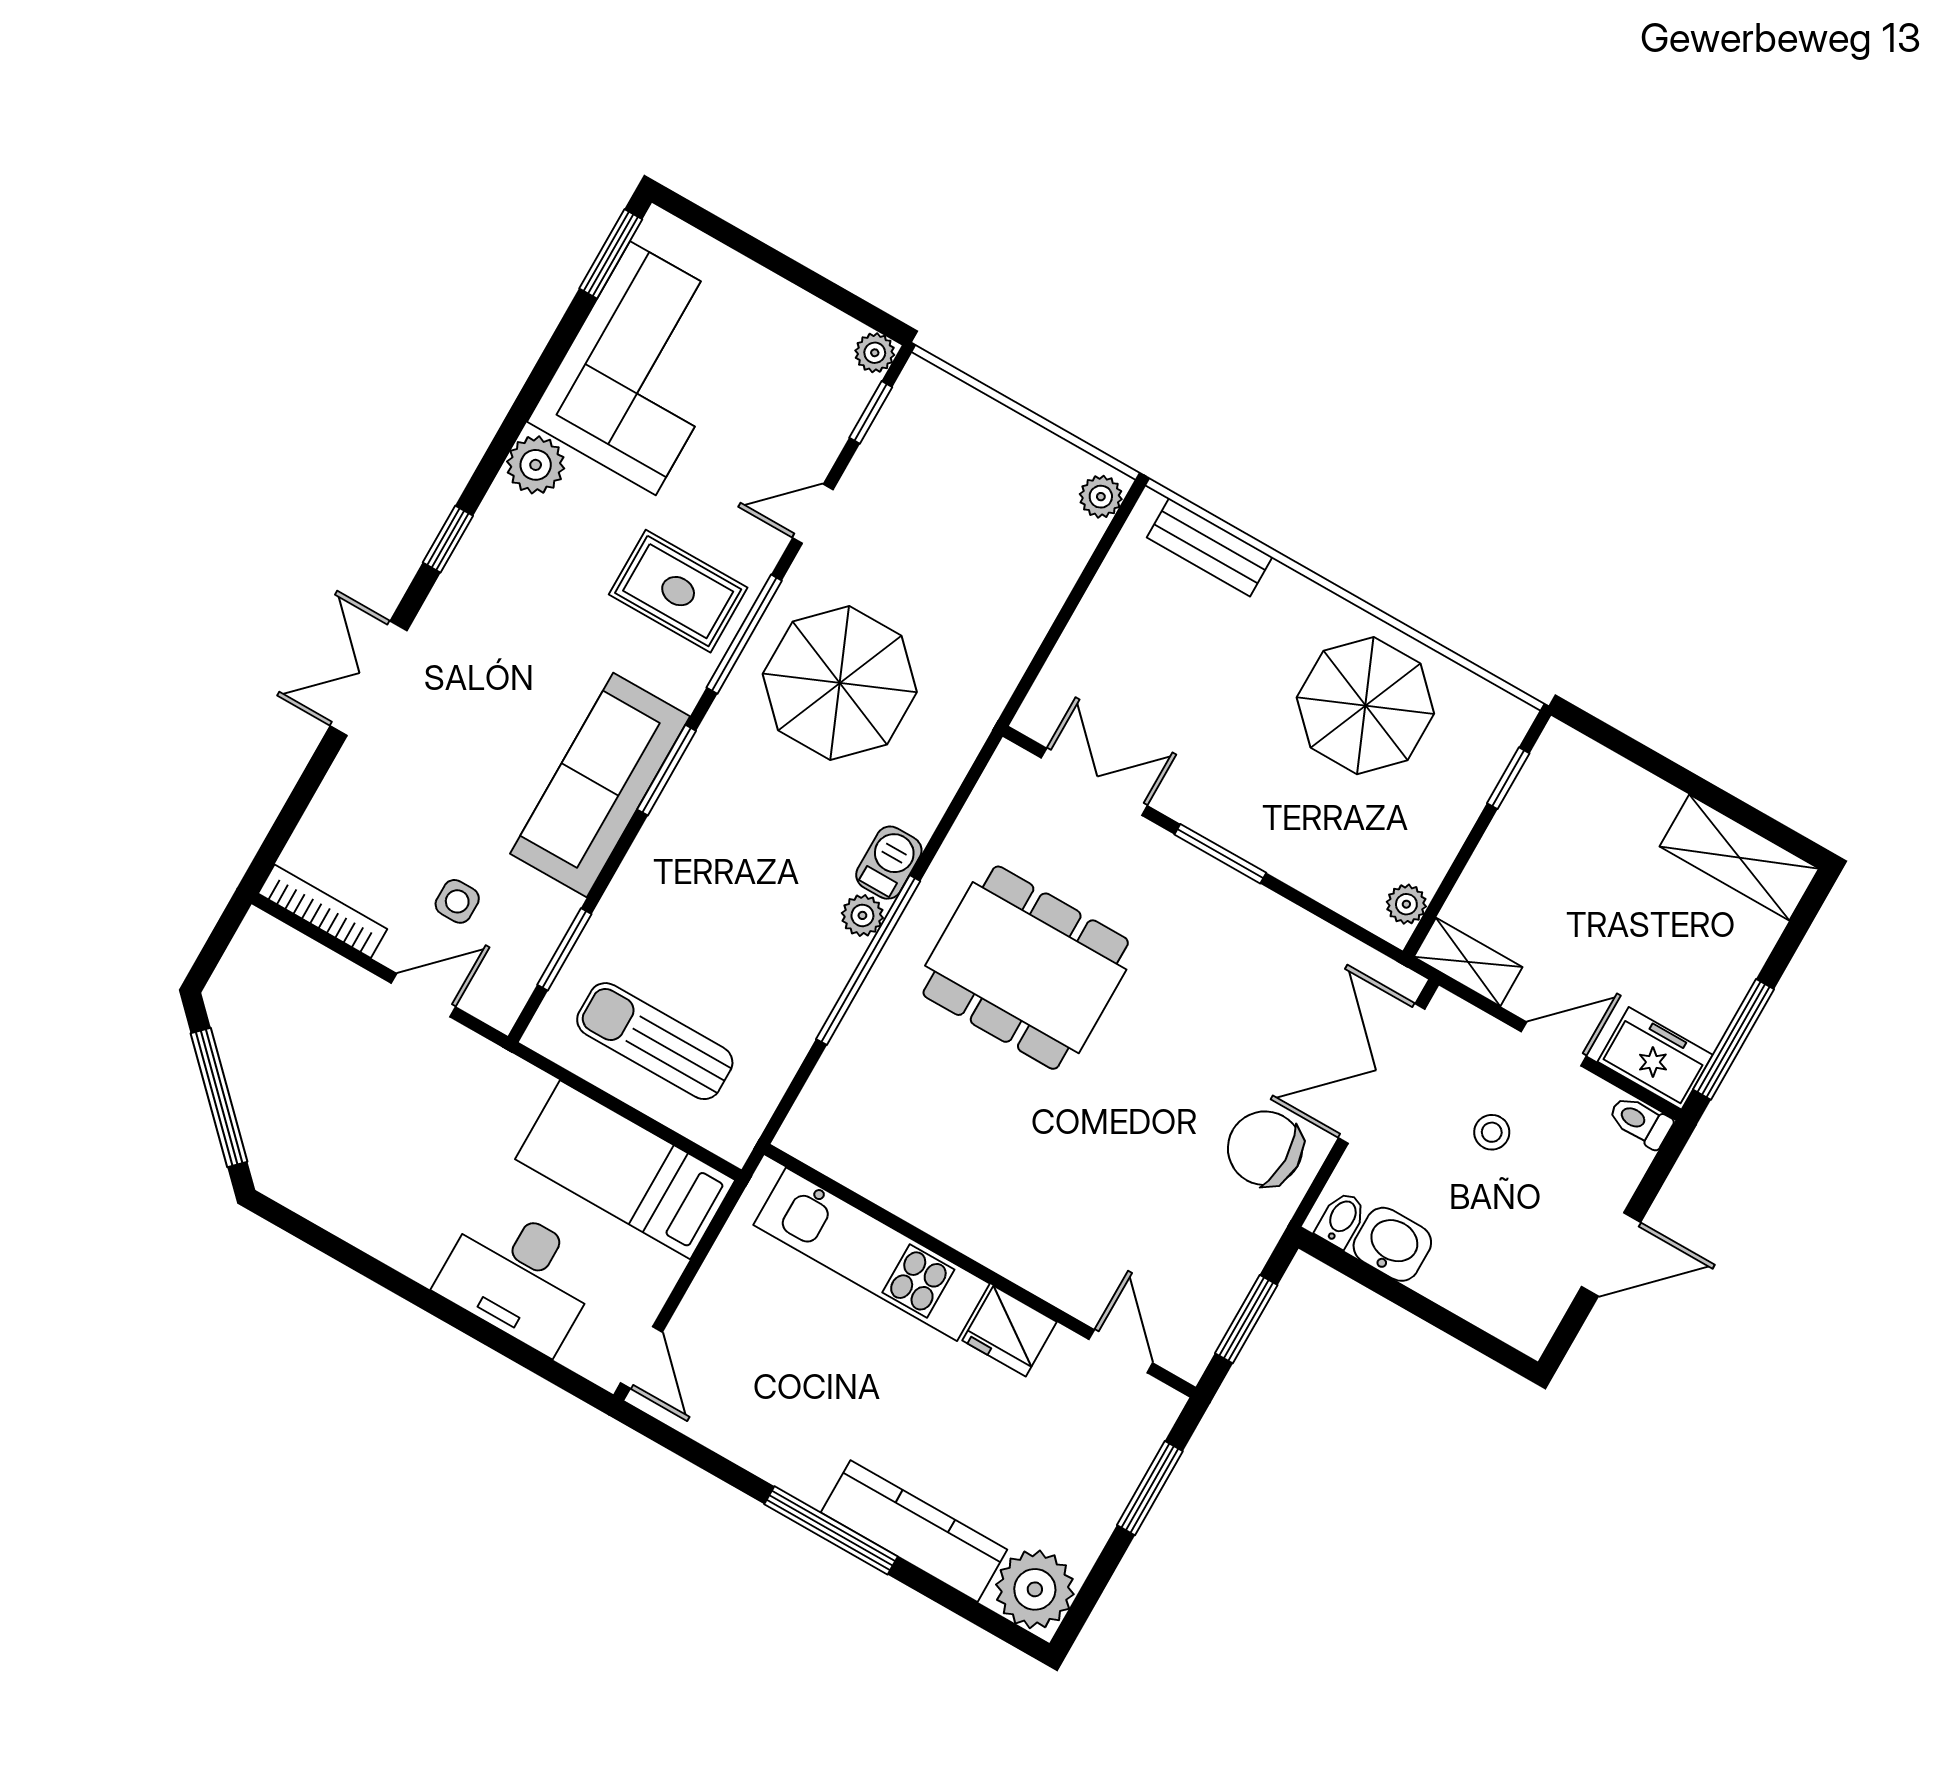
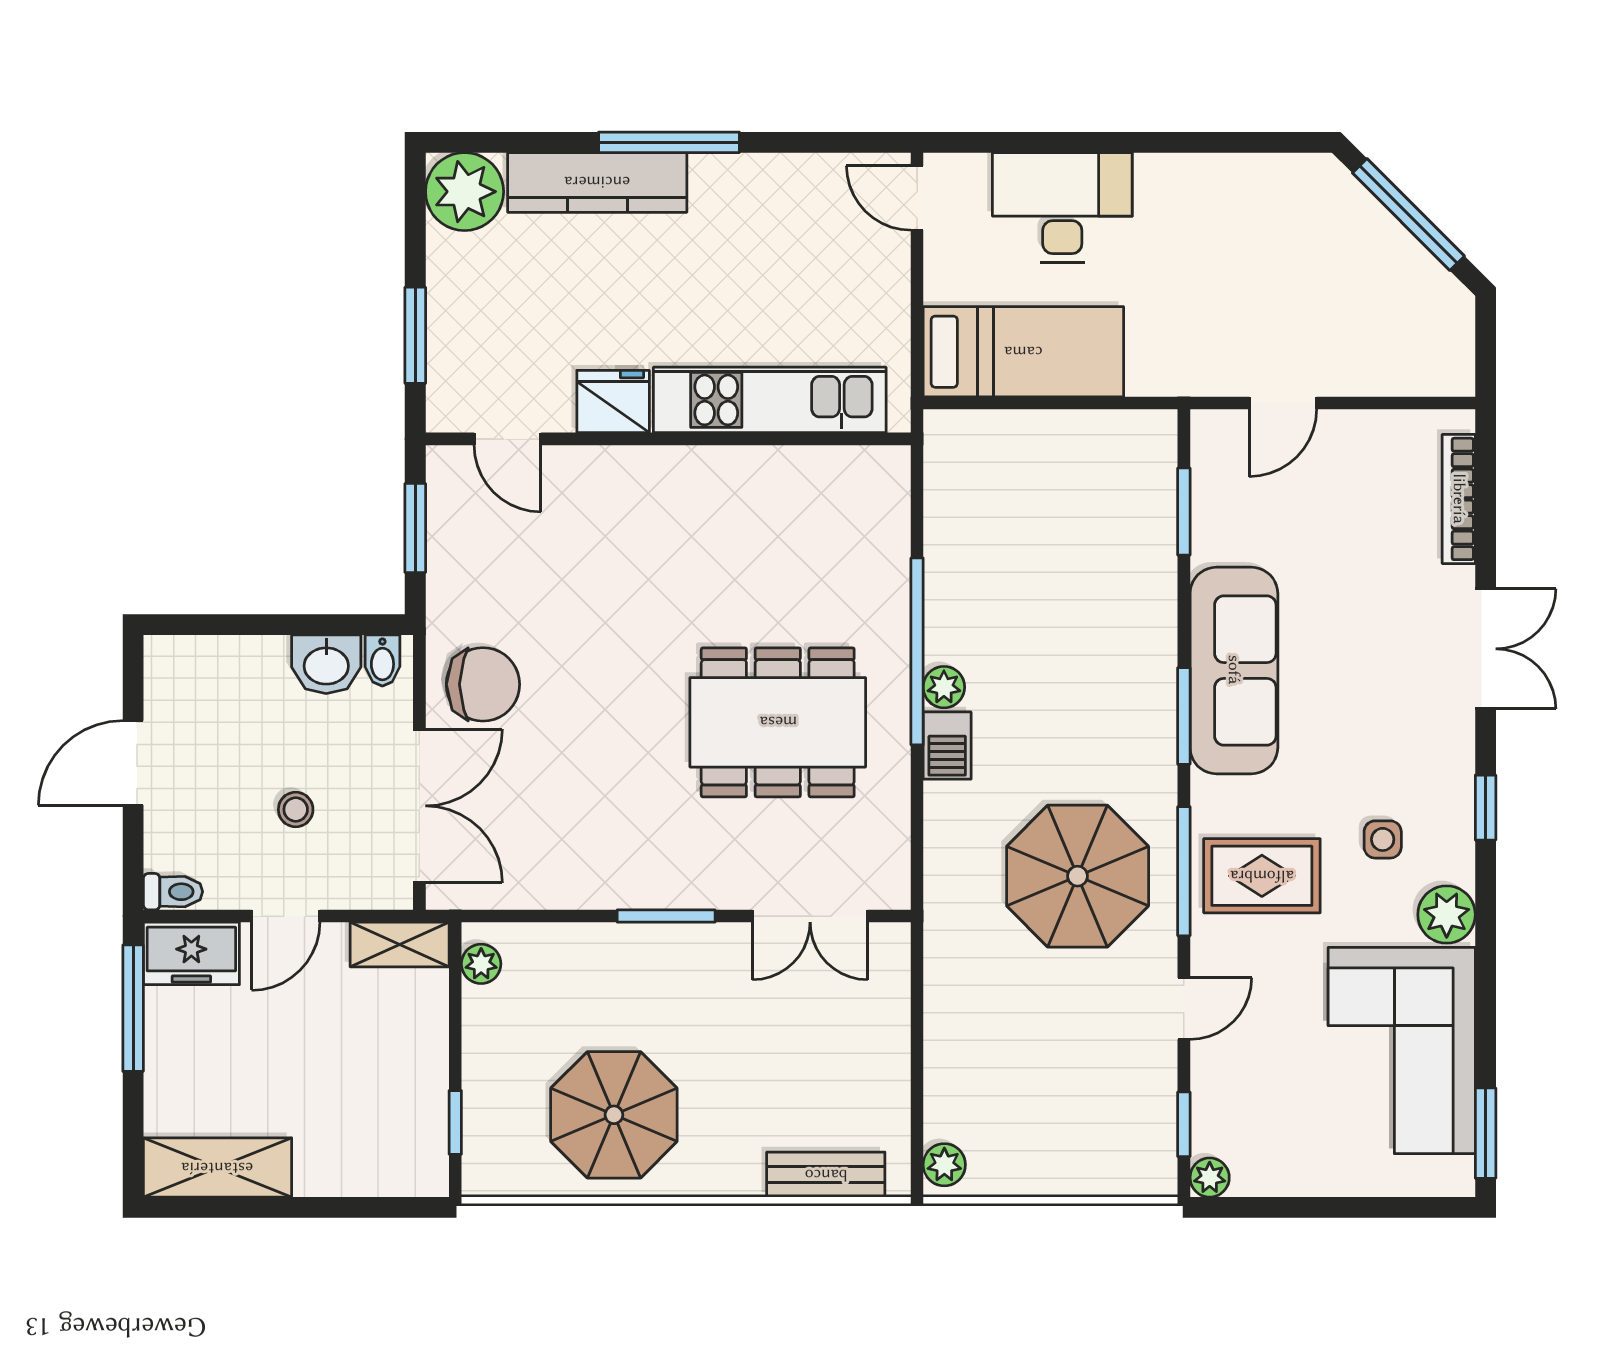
side table: (457, 901) -> (1383, 839), moved
bookcase: (323, 911) -> (1459, 499), moved, turned 90
sun lounger: (655, 1041) -> (1061, 477), removed

